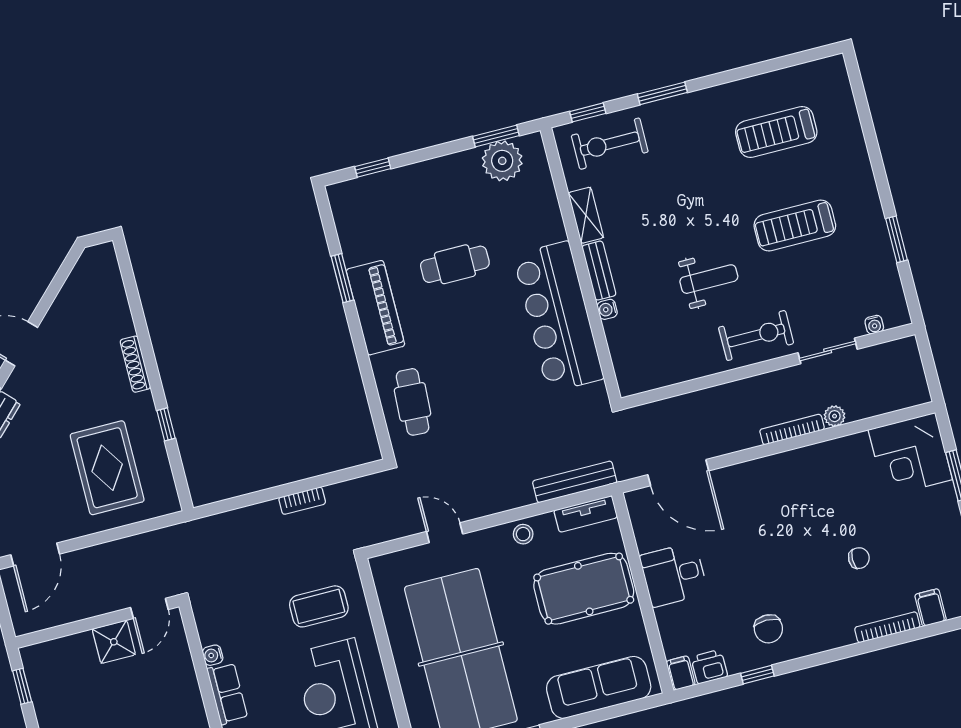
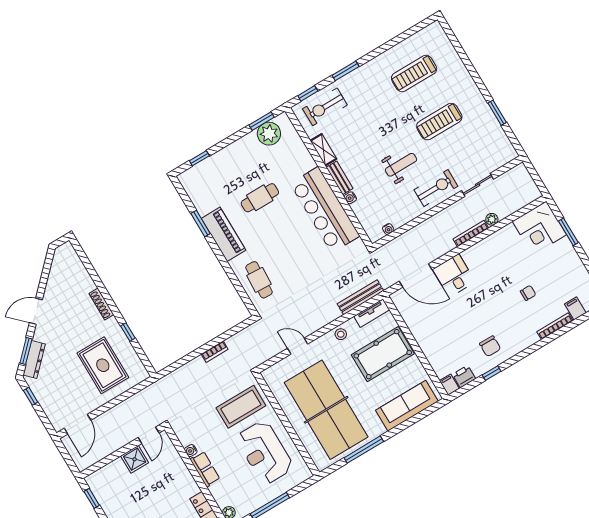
water cooler: (874, 325) -> (388, 229), moved
desk: (674, 575) -> (454, 275), moved, turned 90
coffee table: (319, 606) -> (241, 407), width x1.36, depth x1.32

